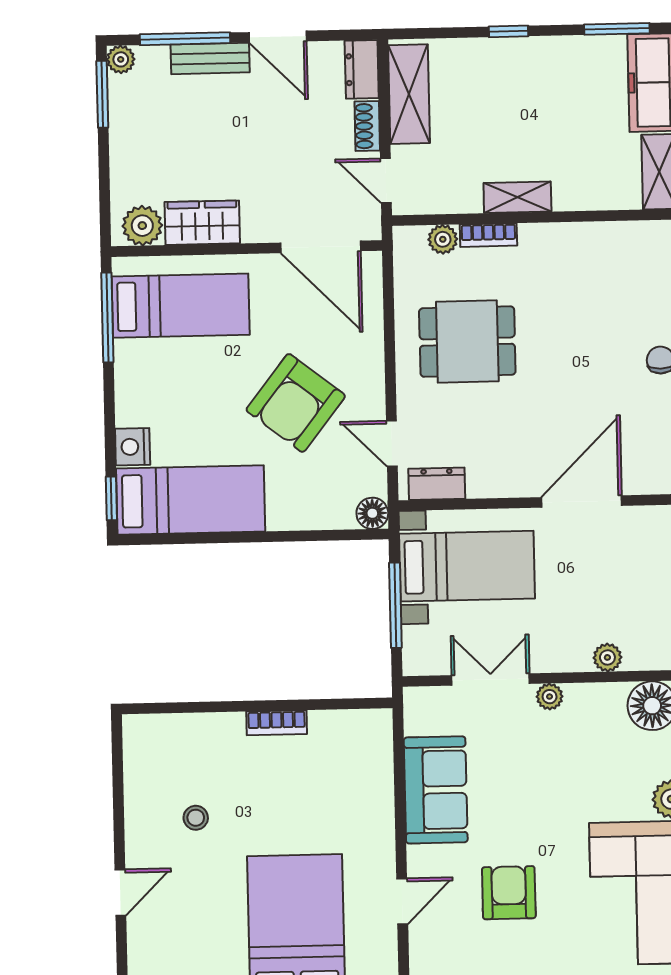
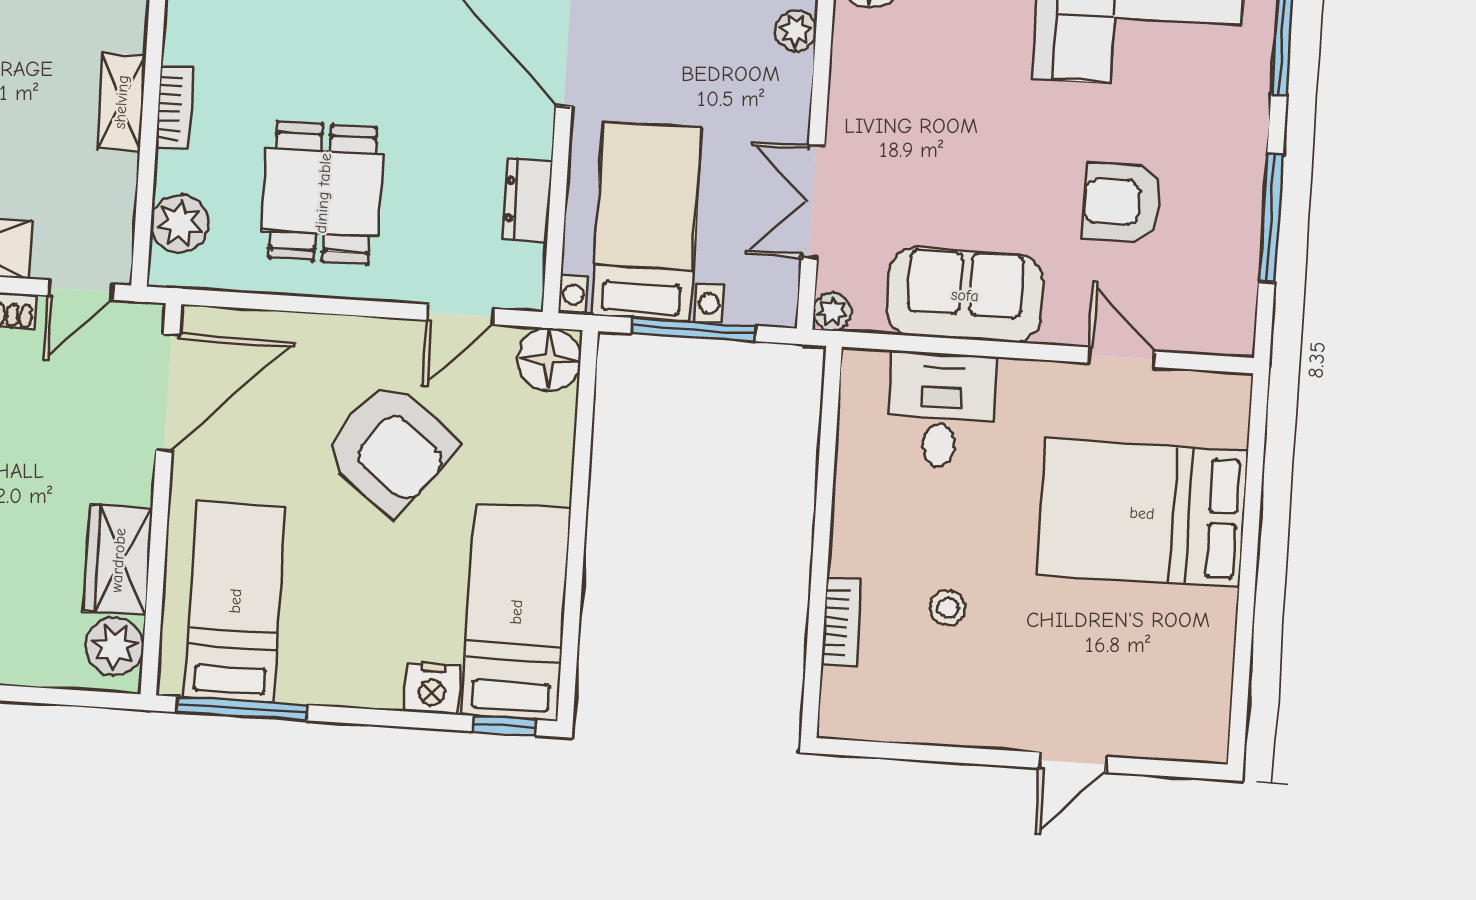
bookcase: (488, 235) -> (175, 108), moved
plant: (443, 239) -> (180, 224), width x1.38, depth x1.38
dresser: (437, 484) -> (527, 200), moved
floor lamp: (372, 513) -> (549, 359), width x1.38, depth x1.38
plant: (550, 697) -> (832, 312), moved
bookcase: (277, 723) -> (841, 622), moved
desk: (355, 780) -> (941, 410), added
stool: (196, 818) -> (948, 608), moved
door: (120, 893) -> (1073, 762), swing flipped

